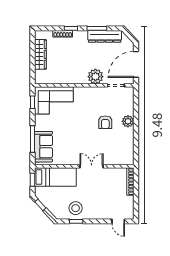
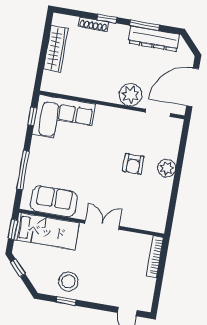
sofa: (43, 147) -> (54, 201), moved, turned -90

